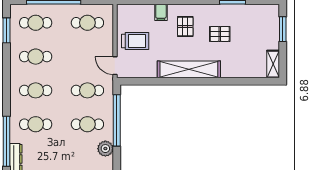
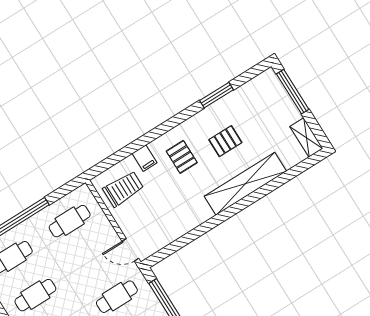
window: (283, 29) -> (293, 92), width x1.44
trolley: (135, 41) -> (123, 189), moved
shelving: (189, 69) -> (245, 184), moved

